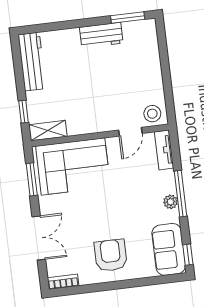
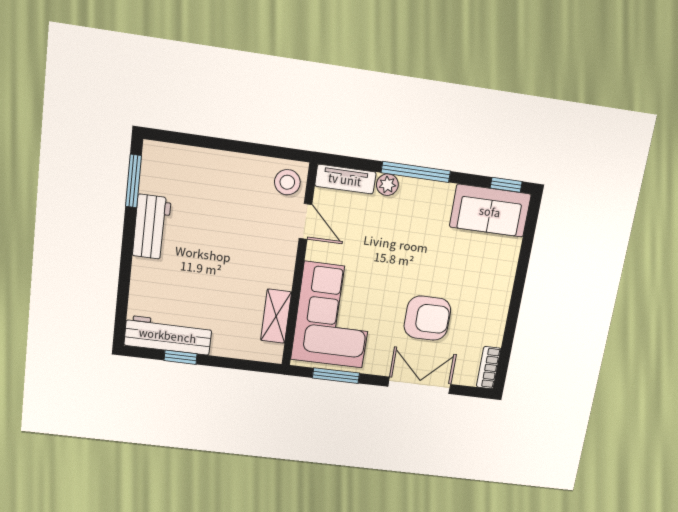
window: (23, 112) -> (181, 357), moved
shelving: (48, 131) -> (276, 316), moved
plant: (171, 202) -> (387, 185), moved
armchair: (111, 255) -> (427, 318), moved, turned 180

